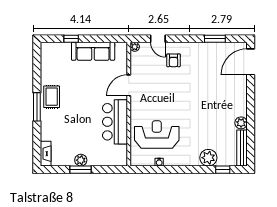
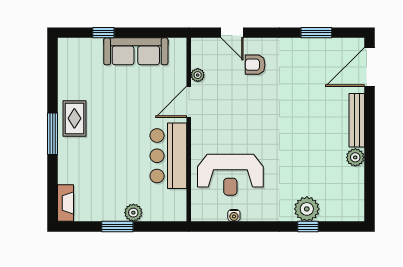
plant: (135, 47) -> (198, 75), moved
armchair: (173, 60) -> (255, 65), turned 90
reception desk: (157, 135) -> (230, 175), turned 180
bench: (242, 148) -> (357, 120), moved
plant: (81, 160) -> (133, 213), moved
window: (223, 170) -> (308, 227), moved

